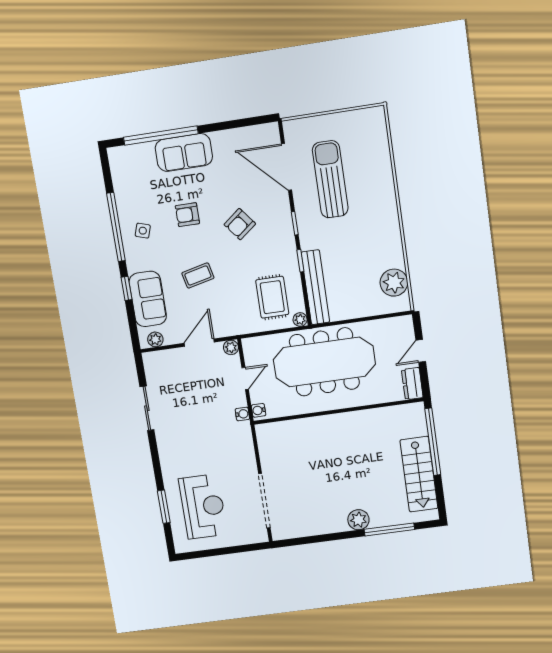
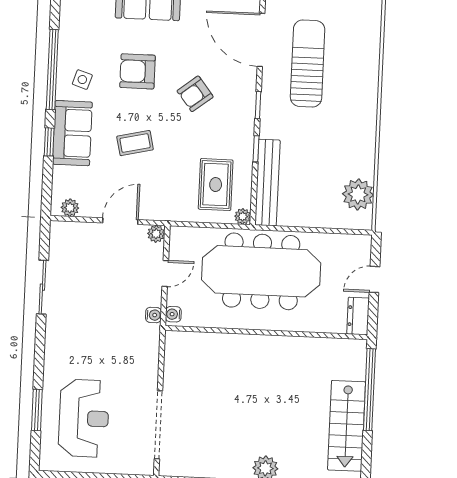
armchair: (187, 215) -> (138, 71), width x1.38, depth x1.38
sofa: (148, 299) -> (72, 133), moved

